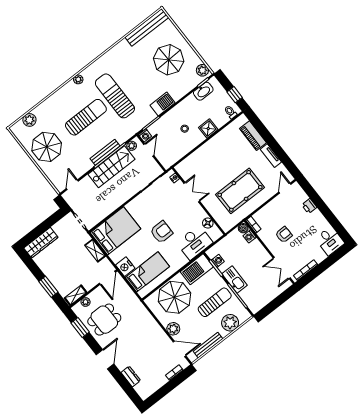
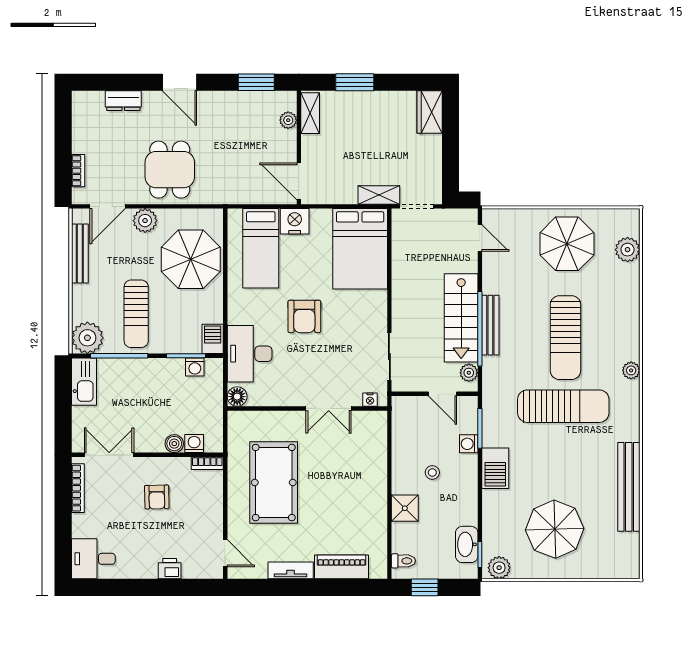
bench: (147, 27) -> (629, 487), moved
washing machine: (145, 135) -> (469, 444), moved
floor lamp: (208, 223) -> (237, 397), moved
boiler: (243, 228) -> (174, 444), moved
wardrobe: (41, 243) -> (430, 112), width x0.67
shelving: (95, 251) -> (379, 195), moved
barbecue: (197, 269) -> (213, 339), width x0.53, depth x0.65
kitchen sink: (235, 280) -> (84, 382), moved, turned -90
dining table: (104, 320) -> (170, 170), moved
plant: (230, 323) -> (87, 338), moved

